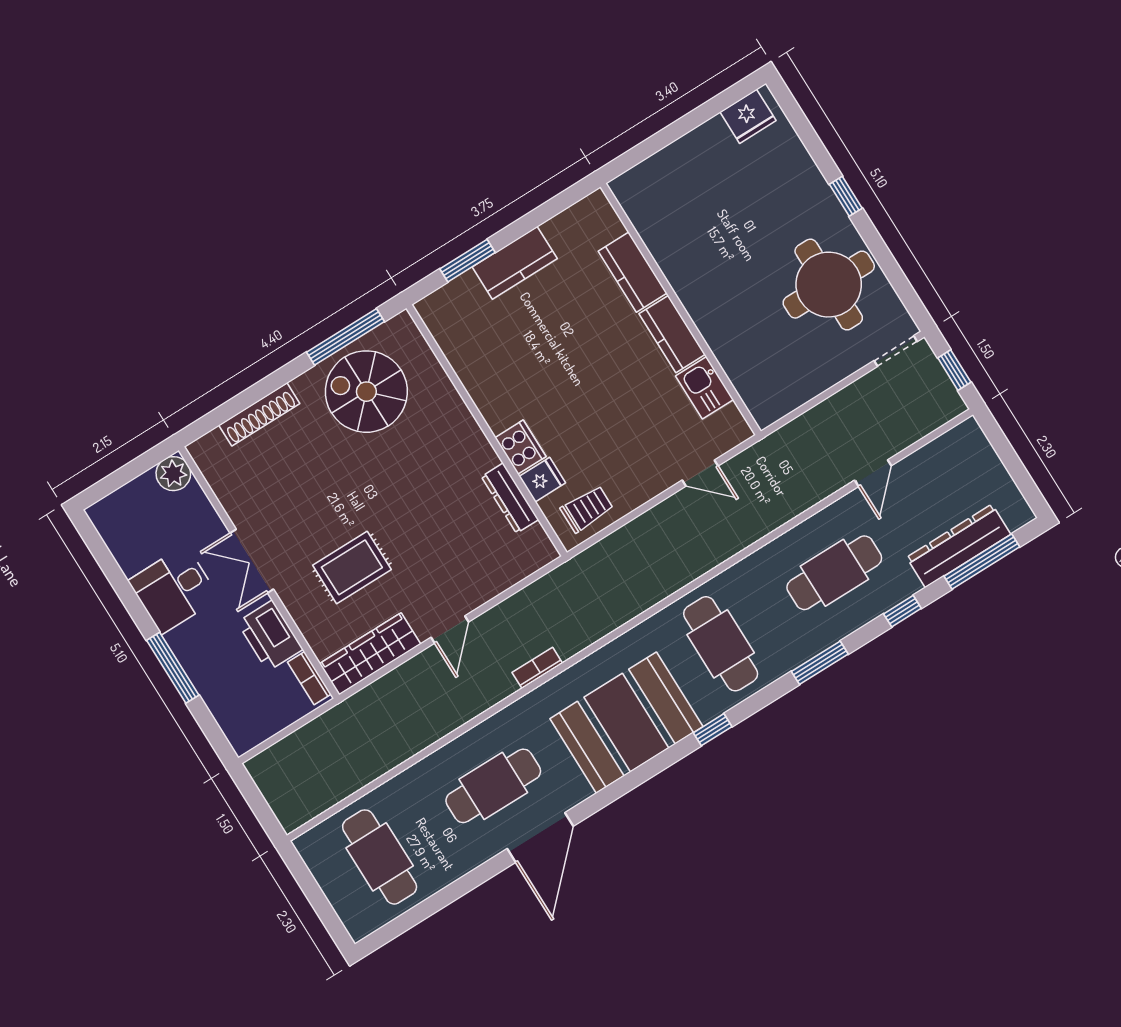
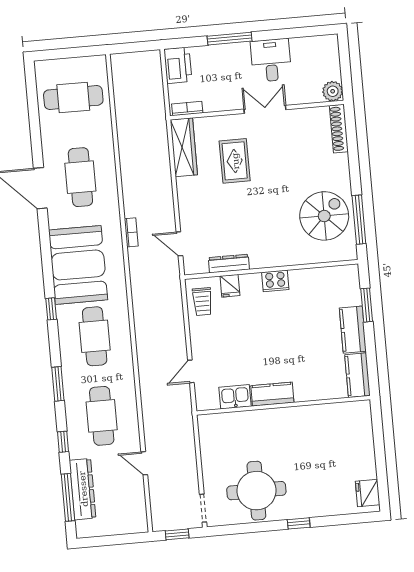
kitchen counter: (633, 272) -> (357, 375), moved, turned -90
shoe rack: (259, 414) -> (339, 129), moved
cooker: (520, 447) -> (275, 281), moved
door: (450, 630) -> (179, 244), moved
printer: (270, 636) -> (178, 65), moved, turned 90
cafe table: (721, 644) -> (95, 336), turned 90

